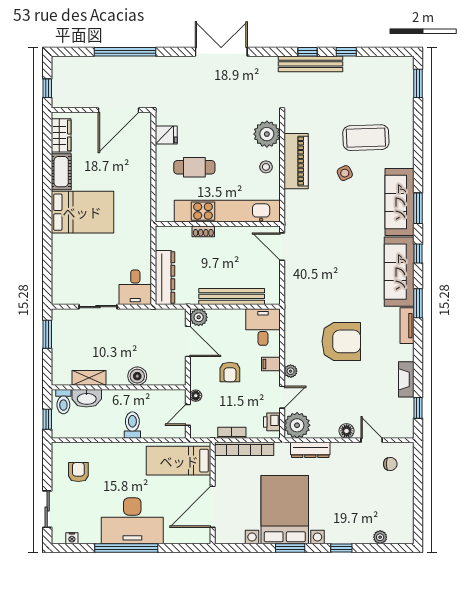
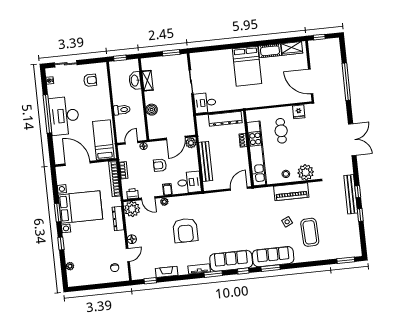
dresser: (165, 277) -> (225, 119), moved
toilet: (63, 402) -> (132, 67), removed
door: (188, 415) -> (131, 143), hinge flipped

